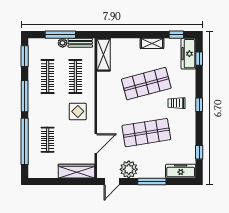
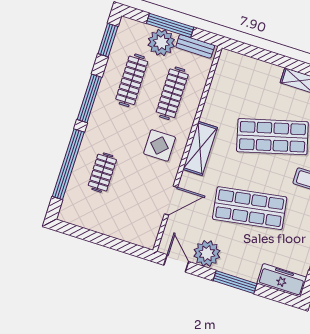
plant: (63, 43) -> (161, 42), width x1.88, depth x1.88
shelving: (104, 55) -> (200, 148), moved
wardrobe: (76, 171) -> (130, 232), removed
door: (112, 182) -> (176, 263), swing flipped

